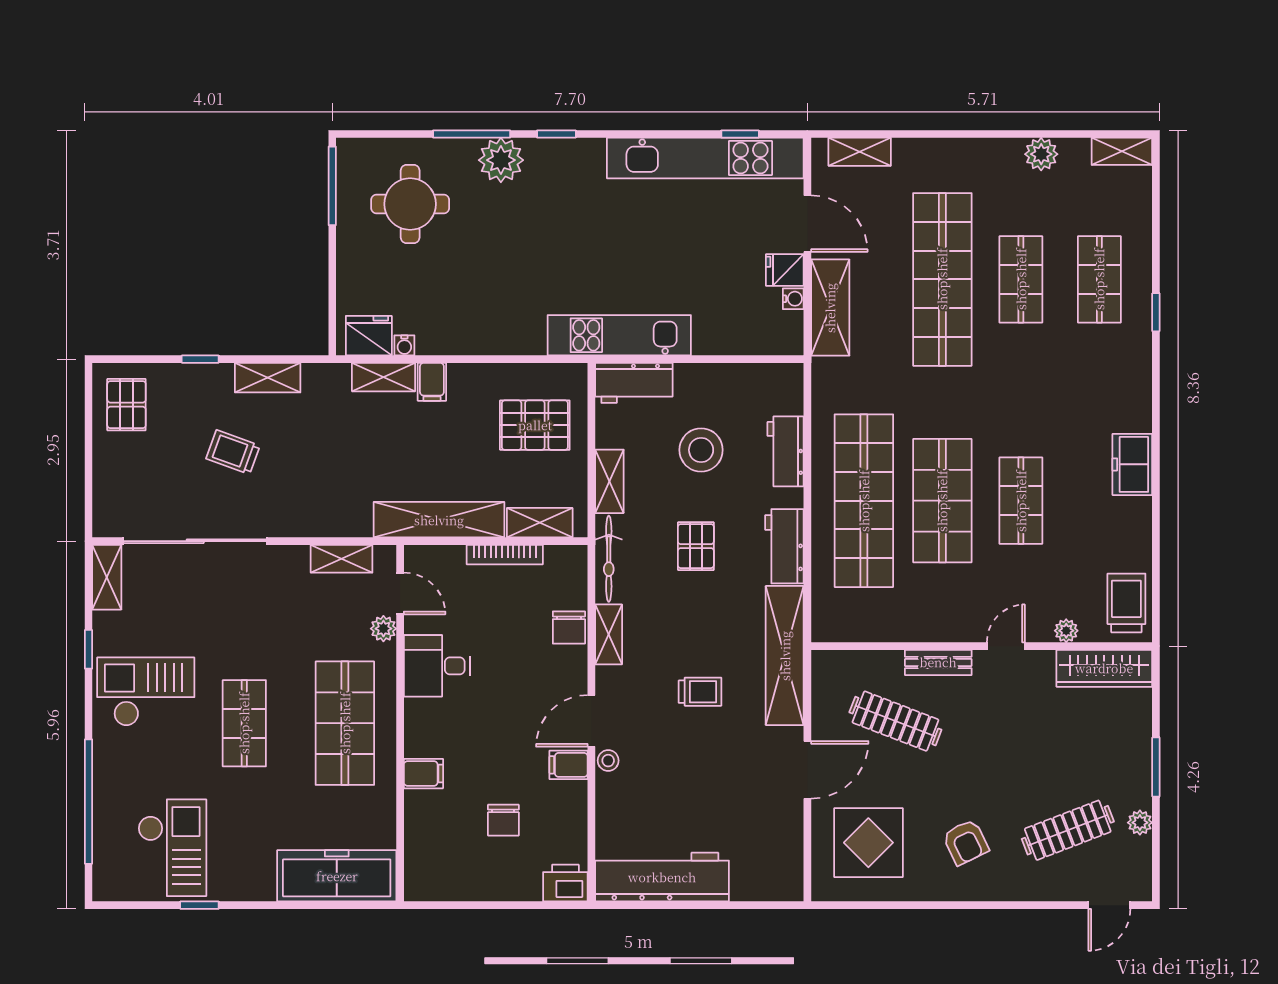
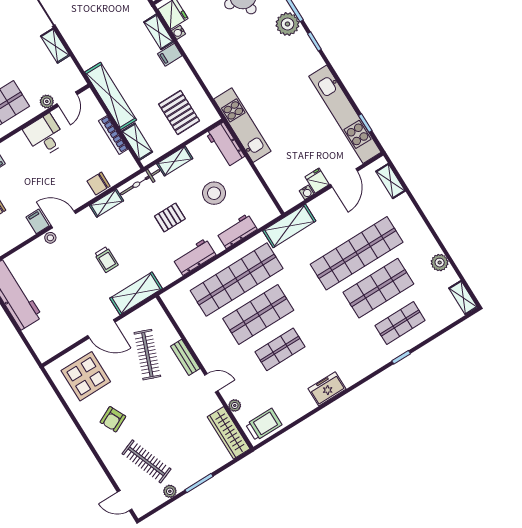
shop shelf: (1021, 279) -> (378, 288), width x1.43, depth x1.36
shelving: (830, 308) -> (289, 226), moved
shelving: (342, 559) -> (55, 46), moved
shelving: (785, 656) -> (136, 293), width x0.68

